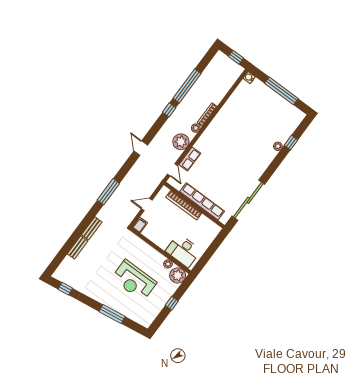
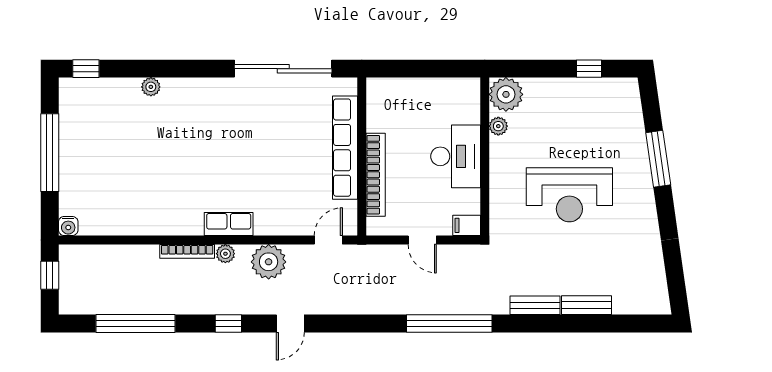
window: (187, 86) -> (136, 324), moved
window: (291, 143) -> (86, 69), moved
door: (141, 148) -> (290, 324), moved
row of seats: (190, 159) -> (229, 224), moved
window: (108, 192) -> (449, 324), width x1.46
desk: (183, 251) -> (456, 156), moved
reception desk: (134, 280) -> (569, 195), moved, turned 90
window: (65, 289) -> (675, 273), removed
window: (172, 303) -> (589, 69), moved

